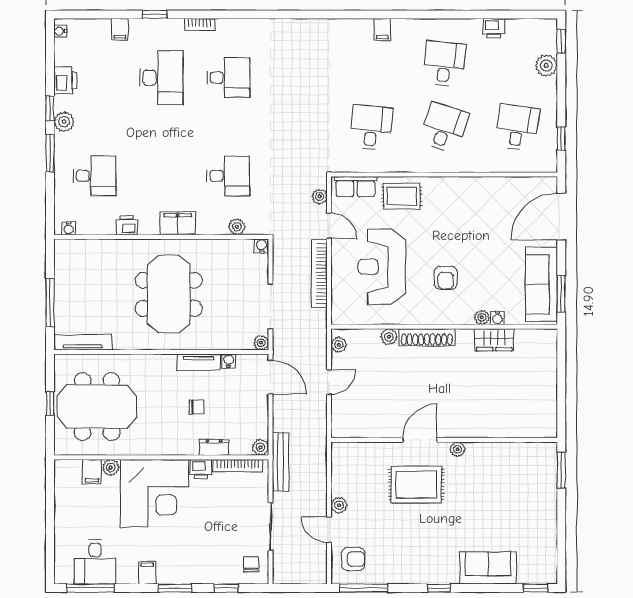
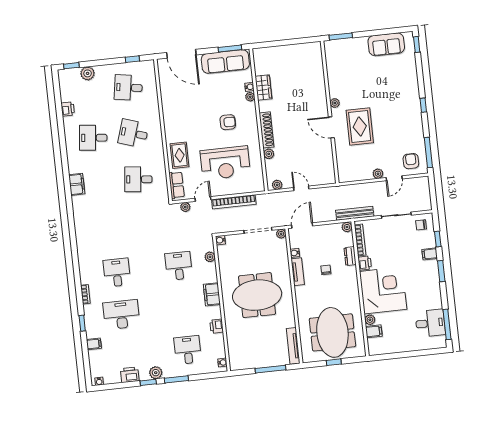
filing cabinet: (382, 29) -> (77, 184), width x2.00
sofa: (488, 568) -> (386, 44), moved, turned -90
filing cabinet: (147, 573) -> (430, 254), moved

